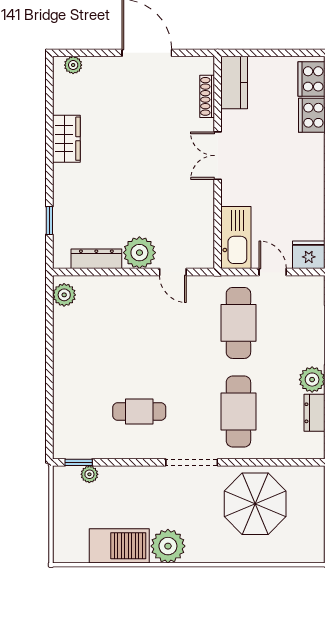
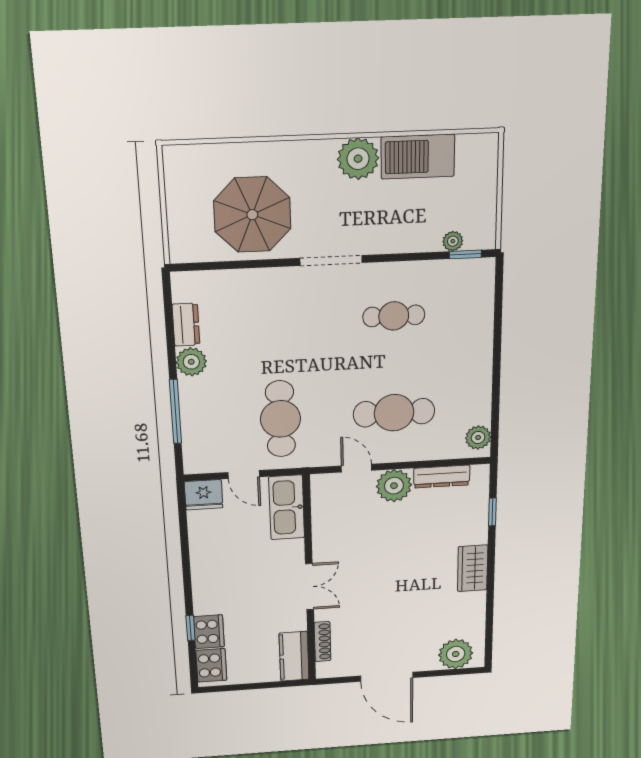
plant: (73, 65) -> (456, 654), width x1.87, depth x1.87
wardrobe: (66, 139) -> (473, 568), moved
cafe table: (238, 411) -> (394, 413), moved, turned 90

